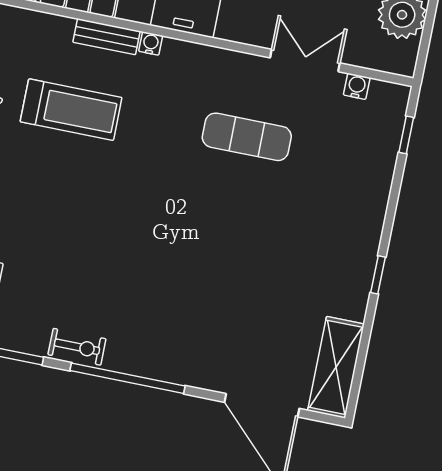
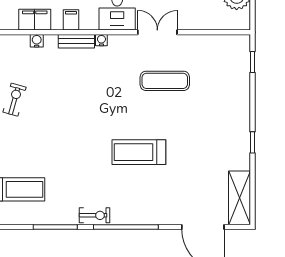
double door: (305, 60) -> (157, 32), moved
water cooler: (357, 86) -> (37, 41), moved
treadmill: (71, 110) -> (139, 152), moved, turned 180

